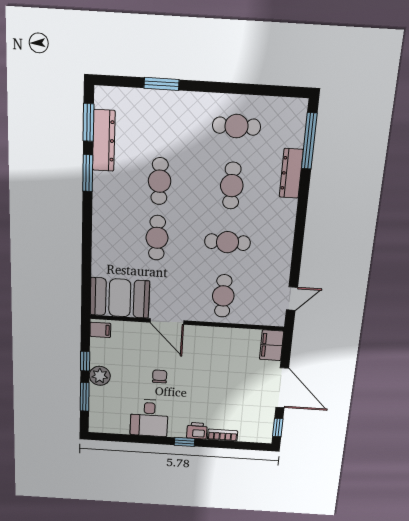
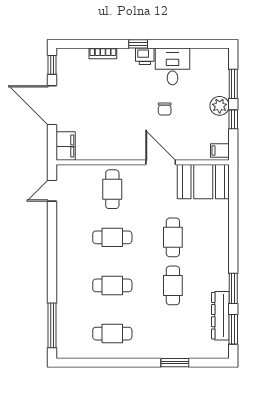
dresser: (291, 173) -> (64, 299), removed
cafe table: (232, 186) -> (112, 285), turned 90
printer: (197, 431) -> (145, 56), moved

